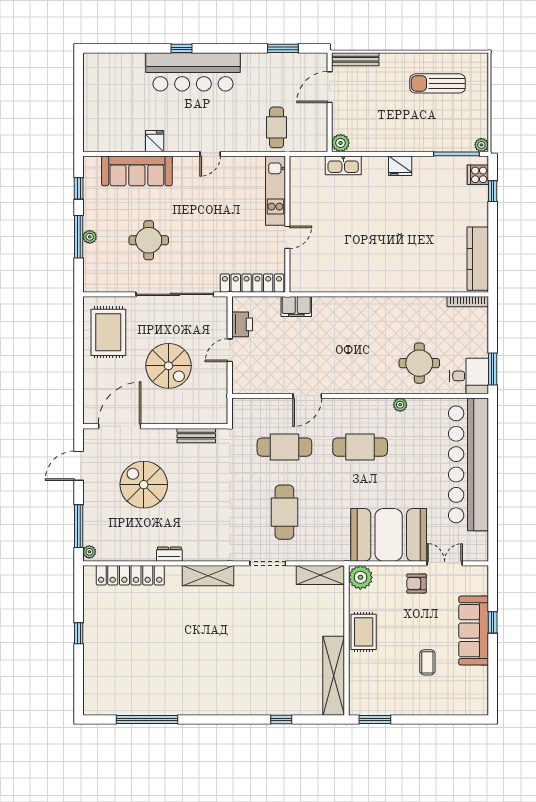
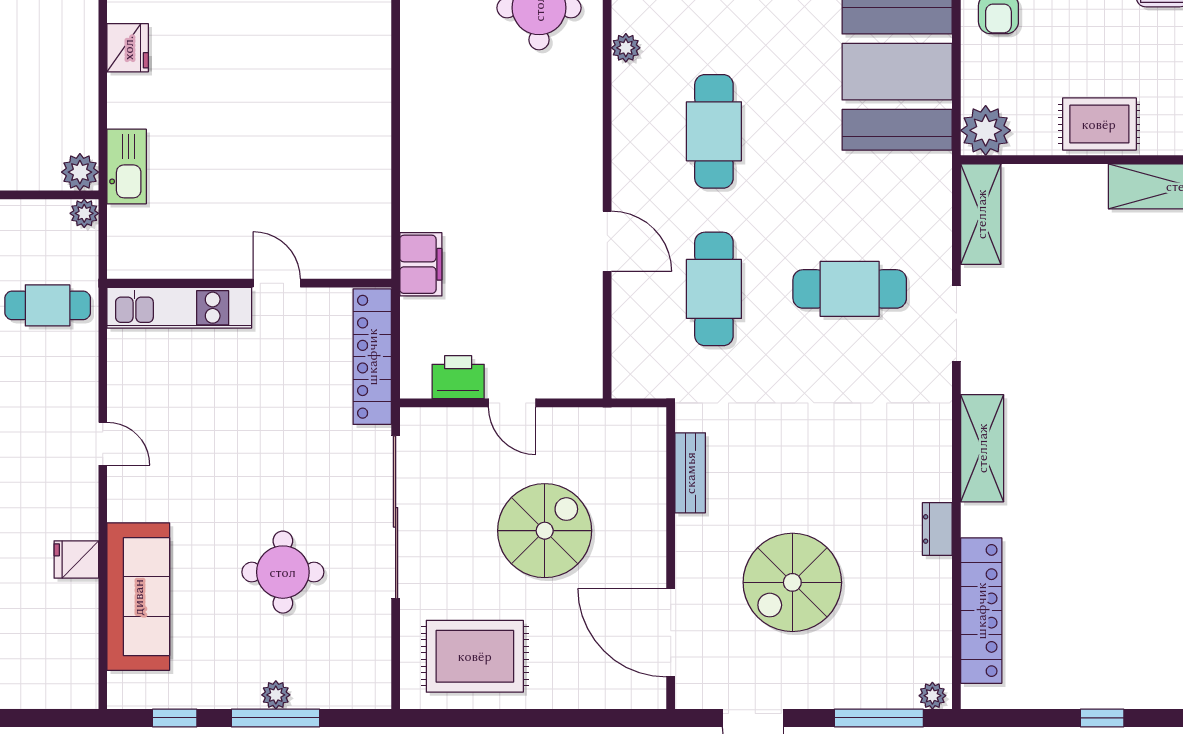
plant: (321, 145) -> (84, 213), added

